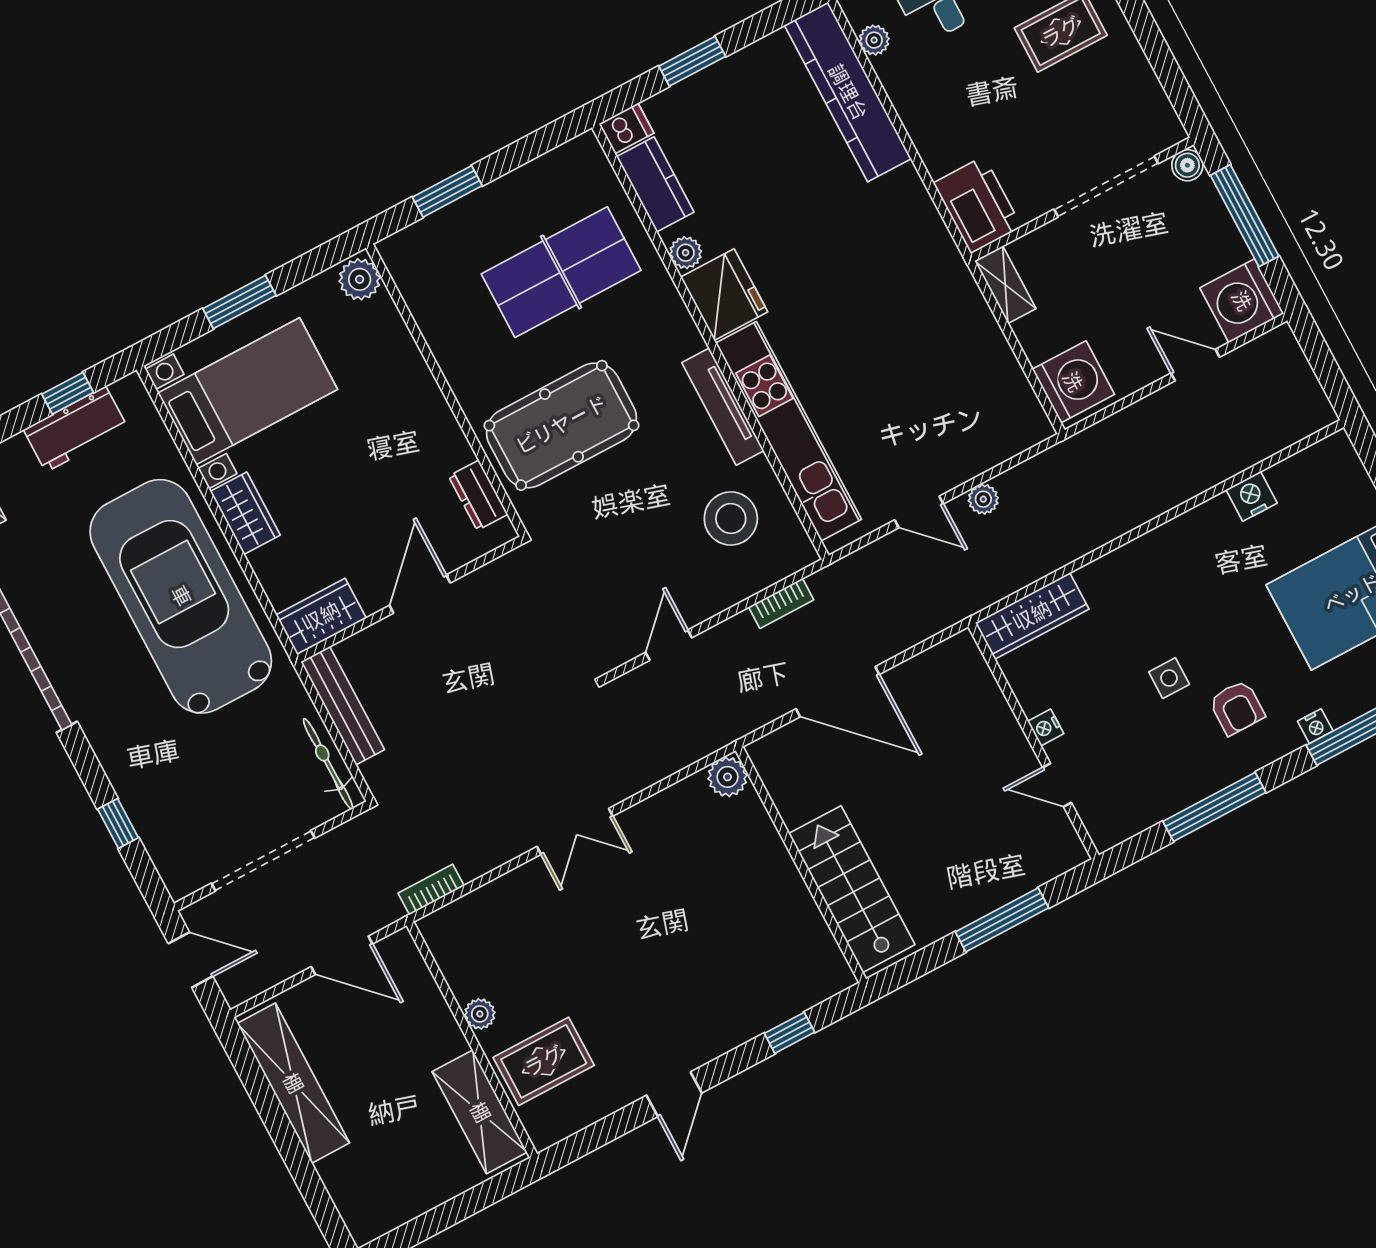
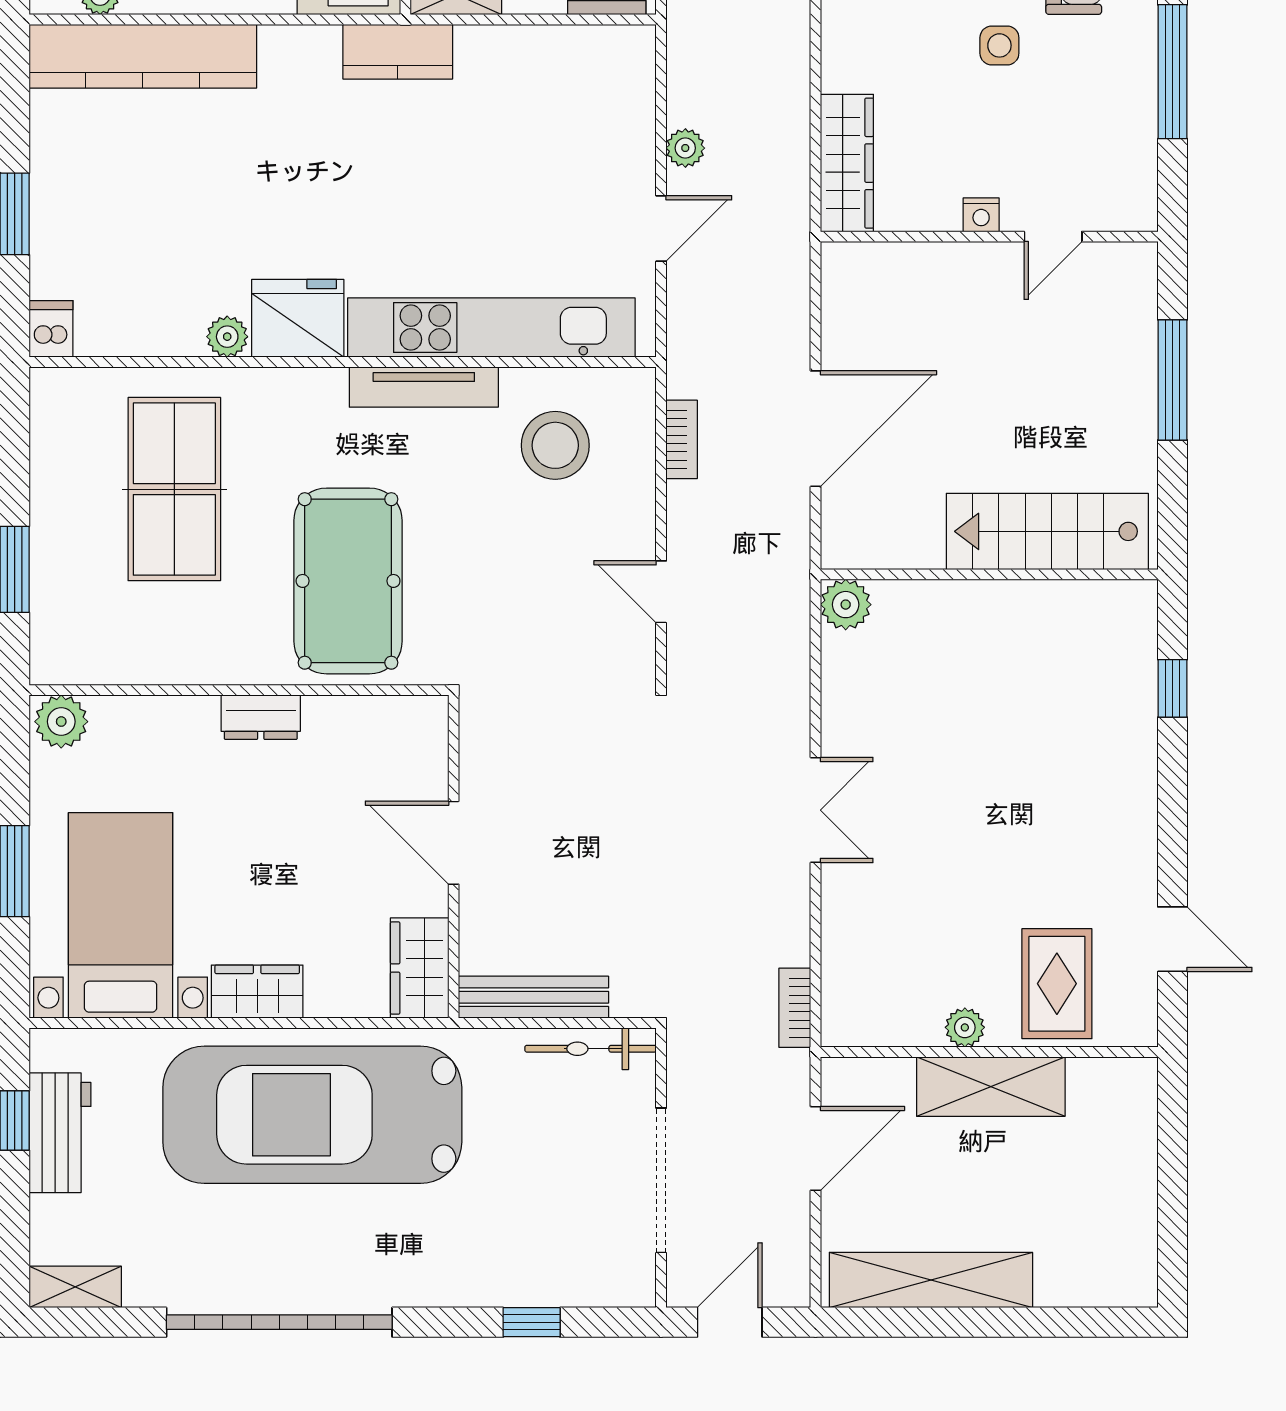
kitchen counter: (655, 184) -> (398, 52), moved, turned 180
dresser: (478, 495) -> (261, 717), moved
door: (674, 1094) -> (1173, 939), moved
shelving: (480, 1112) -> (991, 1087), moved

